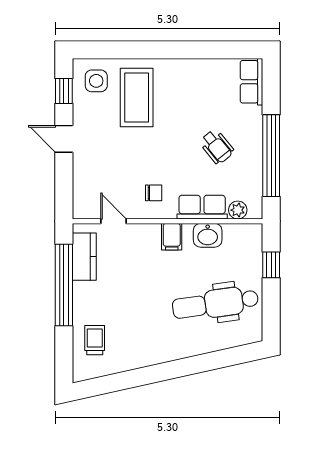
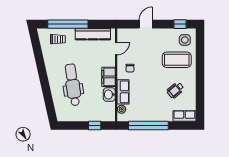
door: (64, 139) -> (146, 24), moved
wheelchair: (217, 147) -> (175, 90), moved
filing cabinet: (172, 237) -> (109, 77), width x2.00
kitchen counter: (84, 257) -> (93, 34), width x1.50
window: (64, 285) -> (68, 24), moved
dental chair: (215, 303) -> (73, 85), moved

